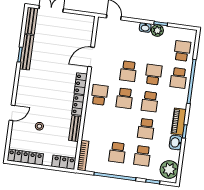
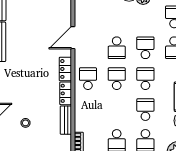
school desk: (125, 98) -> (117, 79), turned 180
school desk: (150, 102) -> (145, 79), turned 180
school desk: (146, 129) -> (145, 110), turned 180

